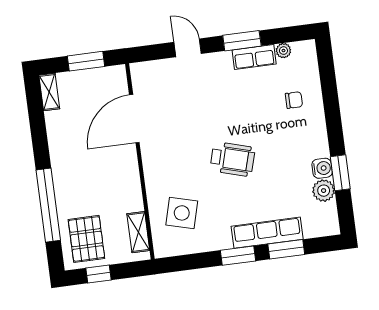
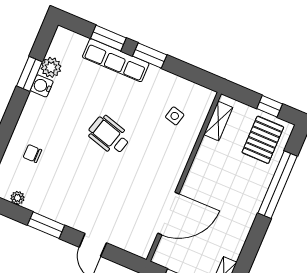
row of seats: (254, 57) -> (44, 207), removed
side table: (182, 213) -> (175, 116), width x0.54, depth x0.54

